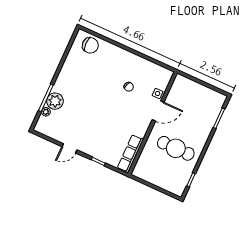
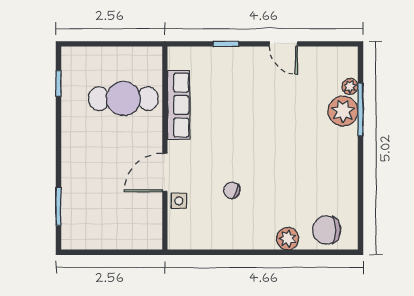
plant: (112, 50) -> (288, 239), added
door: (70, 148) -> (283, 44), swing flipped
cafe table: (176, 148) -> (123, 99), moved
row of seats: (130, 154) -> (179, 105), moved

